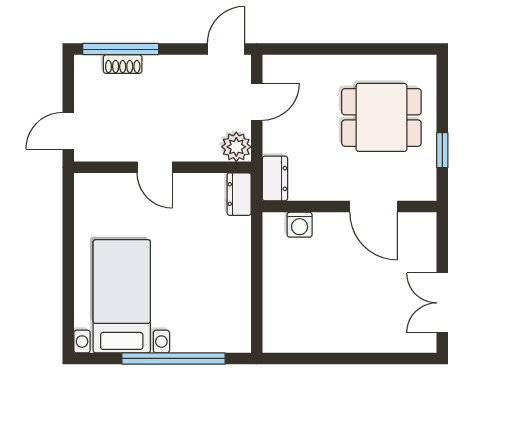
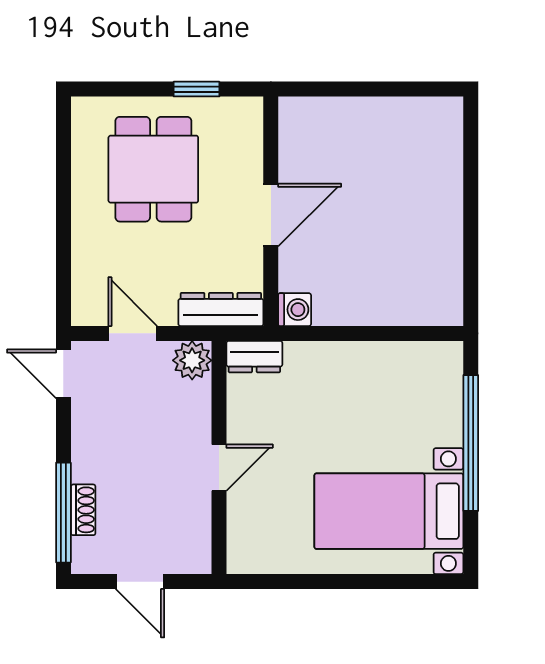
door: (68, 131) -> (140, 582), moved
dresser: (275, 179) -> (221, 309), width x1.44
door: (374, 207) -> (271, 215), moved
washing machine: (300, 225) -> (295, 310), moved
double door: (442, 303) -> (398, 89), removed

